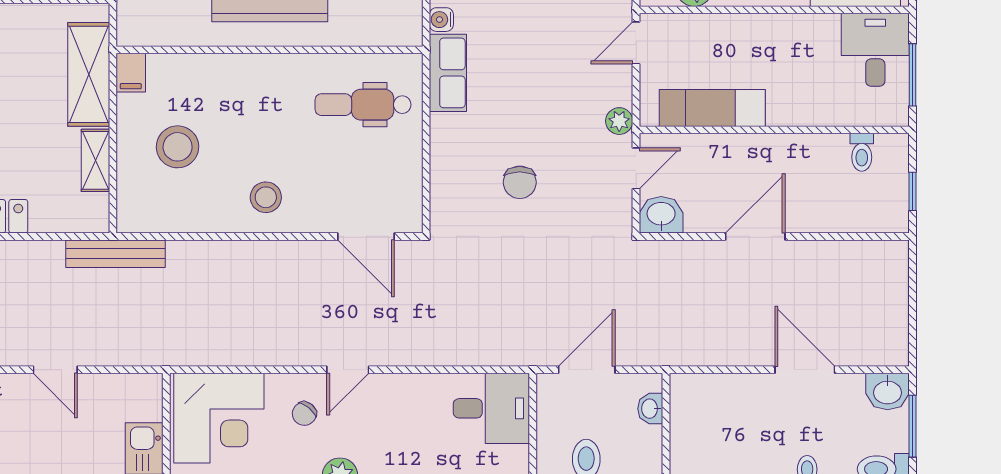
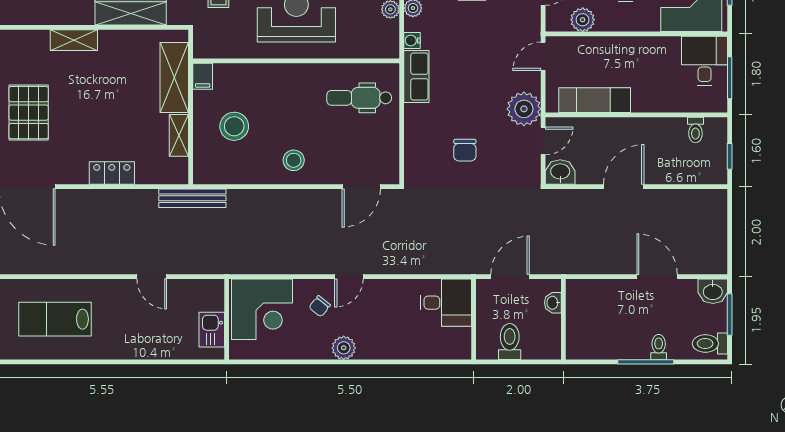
plant: (619, 121) -> (524, 109), width x1.87, depth x1.87
door: (366, 236) -> (361, 187), hinge flipped

